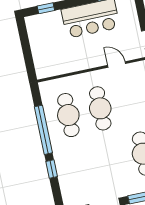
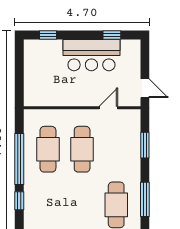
door: (117, 64) -> (108, 108), hinge flipped

